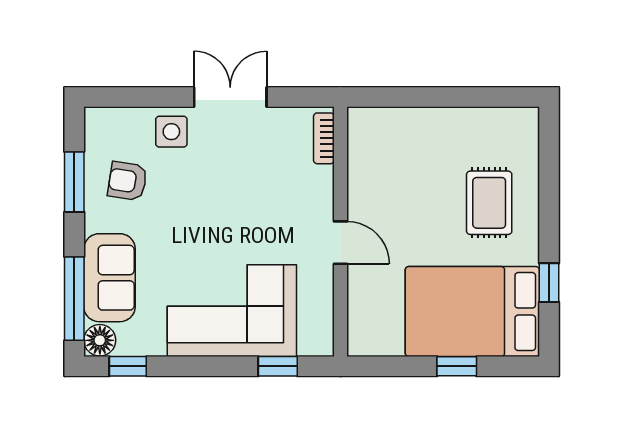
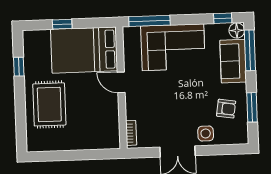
rug: (489, 203) -> (49, 104), width x1.36, depth x1.43
bed: (472, 312) -> (84, 50), moved, turned 180
window: (278, 366) -> (149, 21), width x2.17

